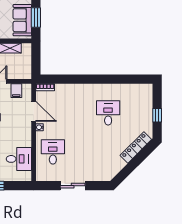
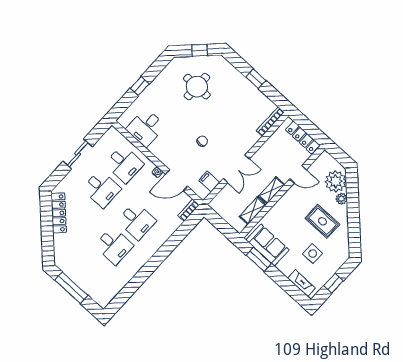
desk: (80, 113) -> (137, 221), added
window: (157, 115) -> (71, 288), width x2.17
locker: (136, 147) -> (59, 213), moved
desk: (80, 152) -> (101, 189), added

